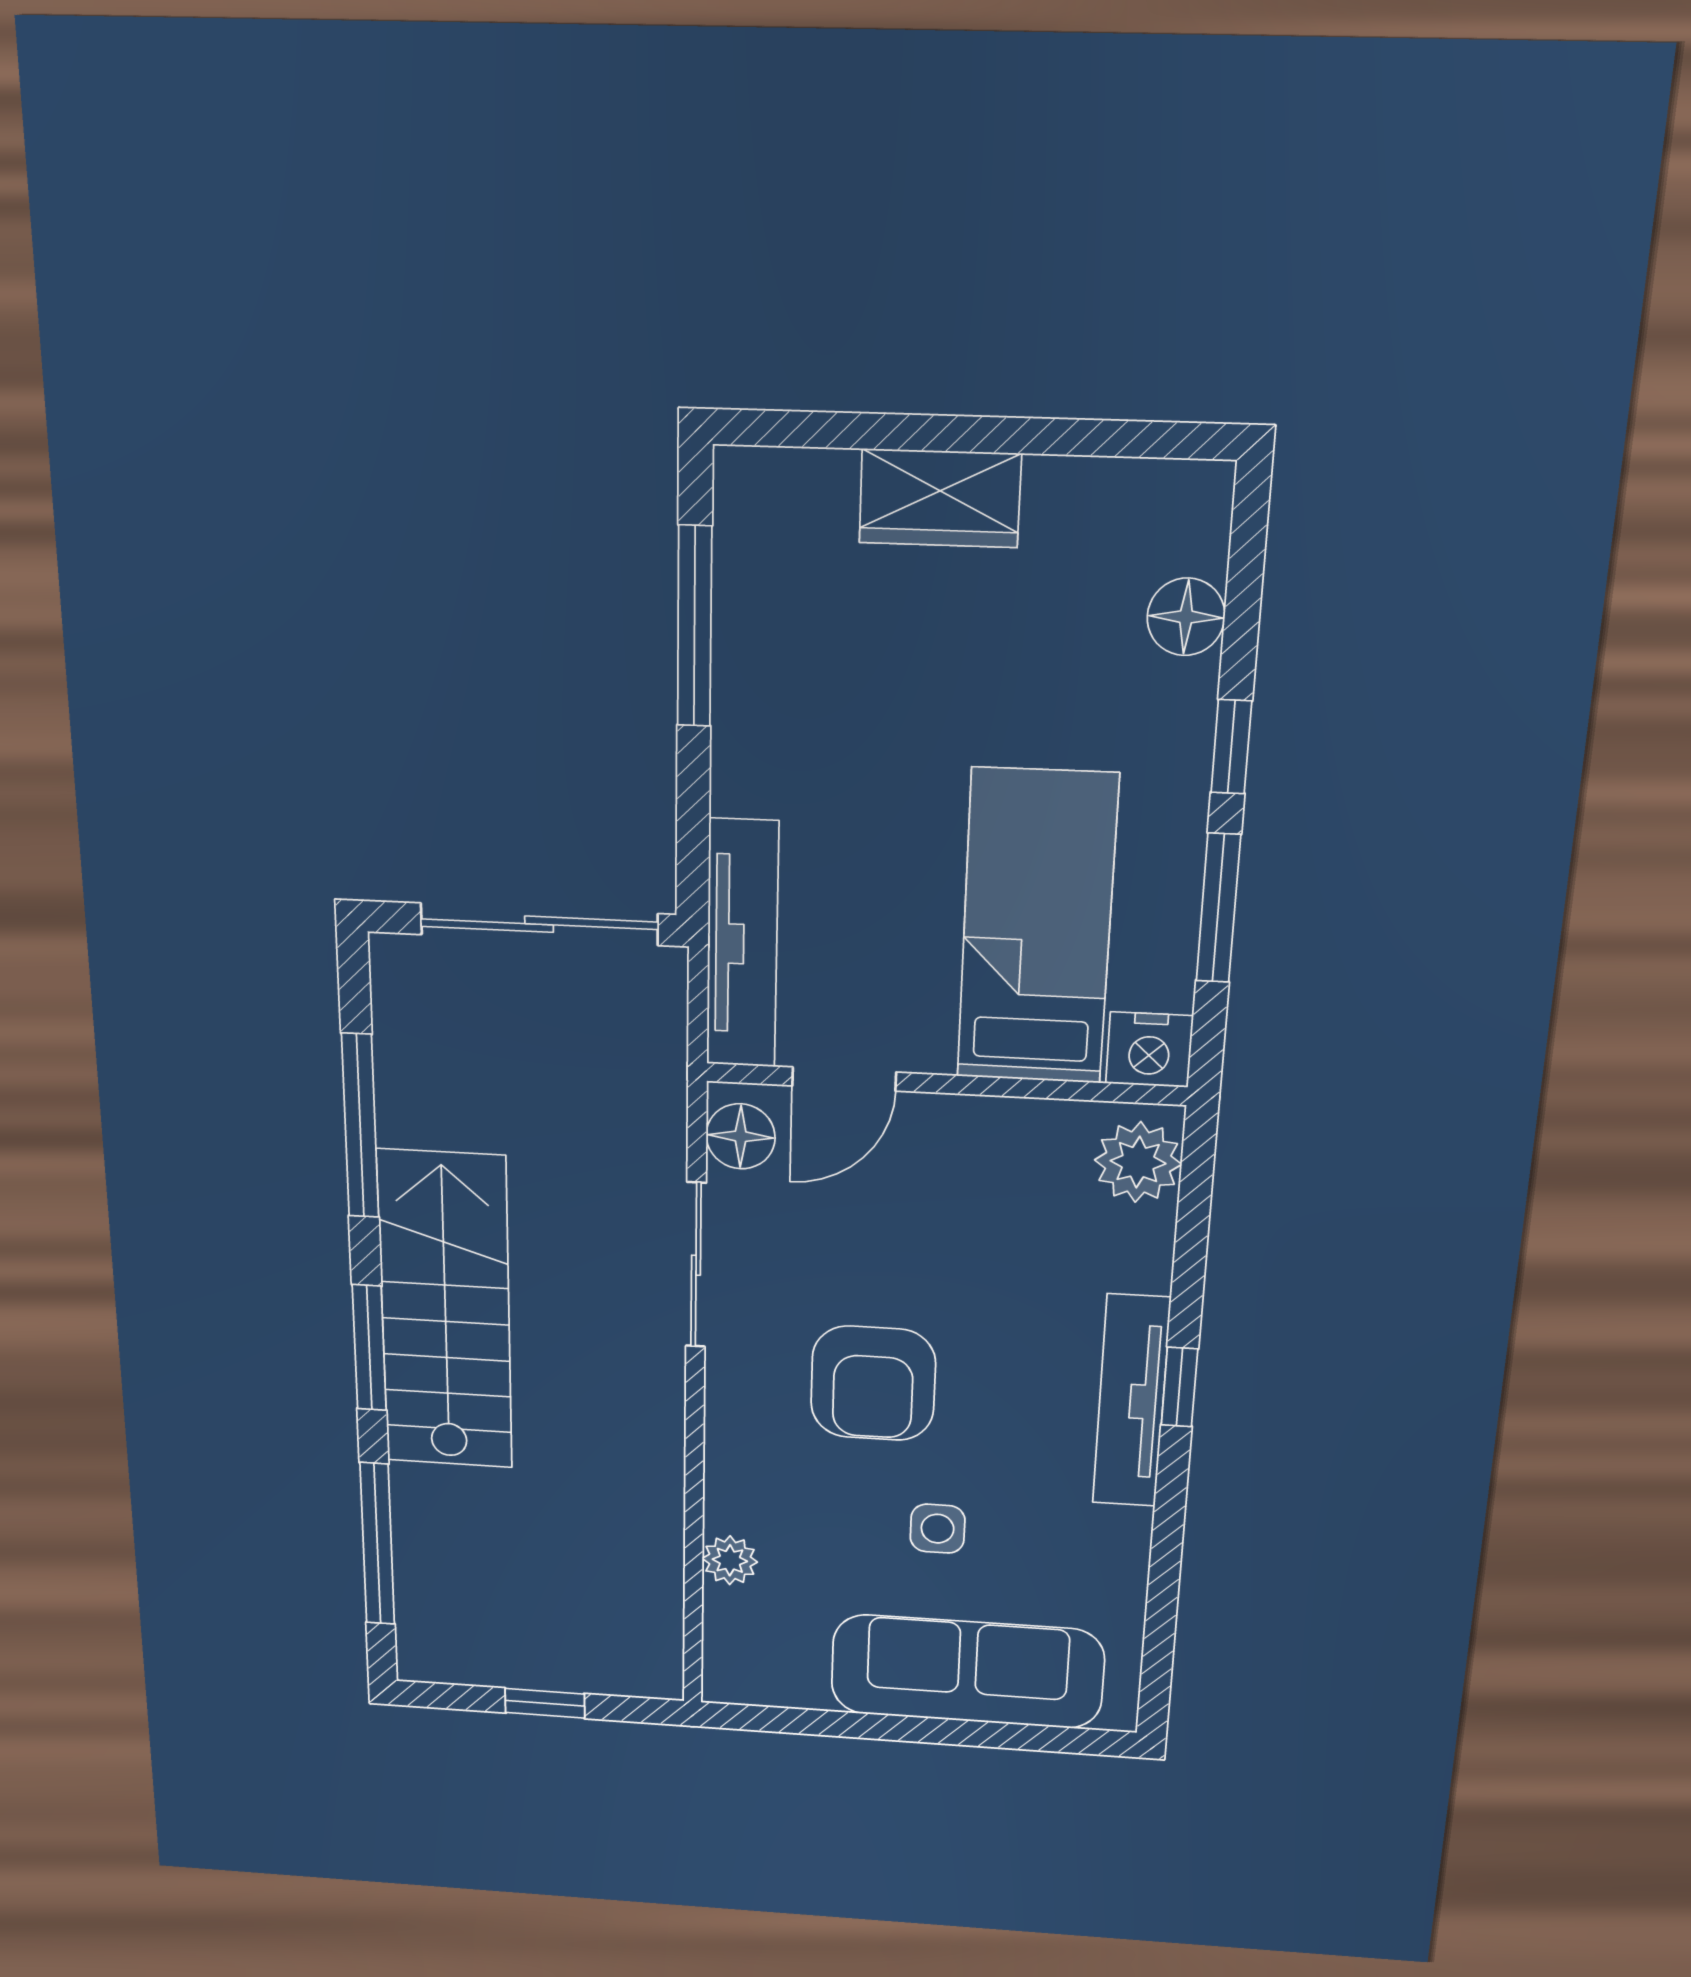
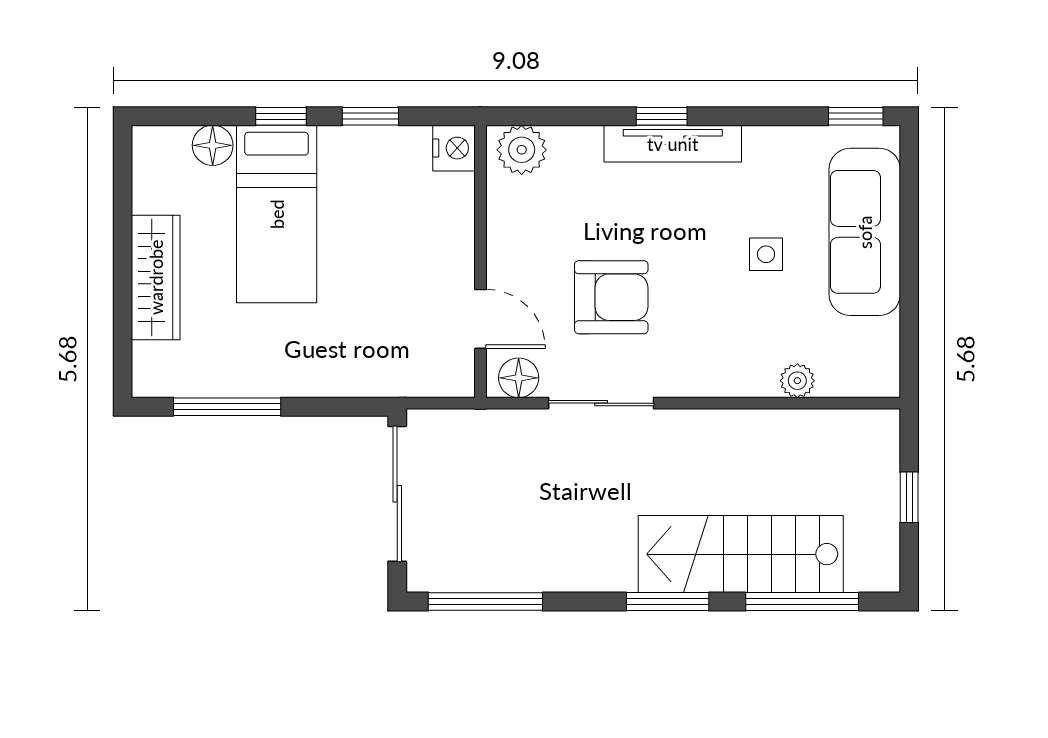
wardrobe: (940, 498) -> (156, 277), width x1.50
window: (1218, 908) -> (370, 116), width x0.67
bed: (1037, 928) -> (277, 214), moved, turned -90
tv unit: (742, 944) -> (403, 378), removed
window: (360, 1126) -> (485, 602), moved
stairs: (445, 1311) -> (741, 554), moved
armchair: (873, 1383) -> (611, 297), moved
window: (1156, 1672) -> (856, 116), added

